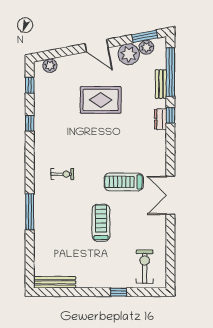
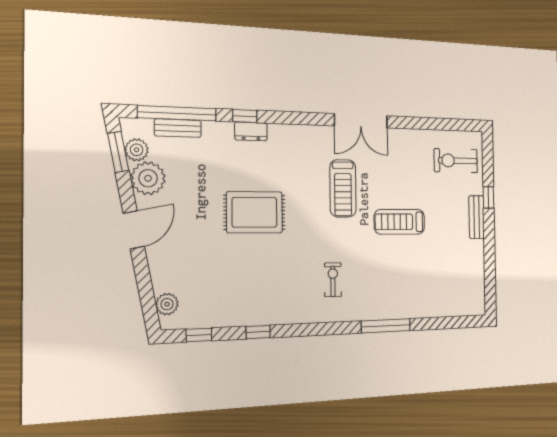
bench: (161, 84) -> (178, 128), moved
rug: (101, 100) -> (255, 212), moved, turned 90
bench: (55, 282) -> (477, 217), moved, width x0.73

